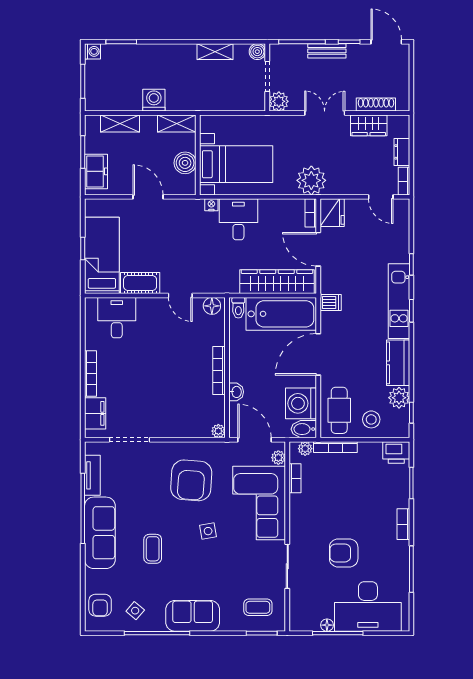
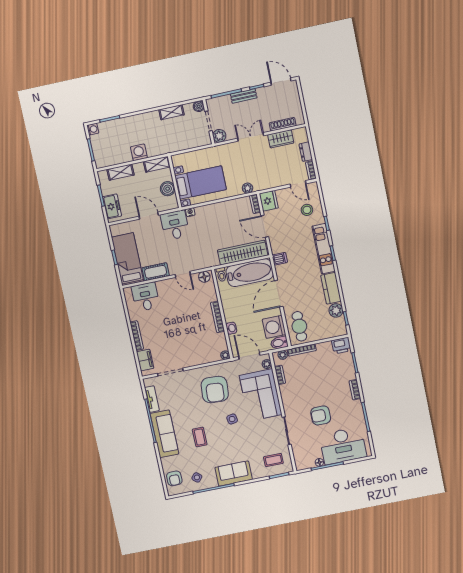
plant: (311, 180) -> (248, 188), width x0.53, depth x0.53
desk: (238, 219) -> (175, 225), moved
stool: (371, 419) -> (307, 210), moved

